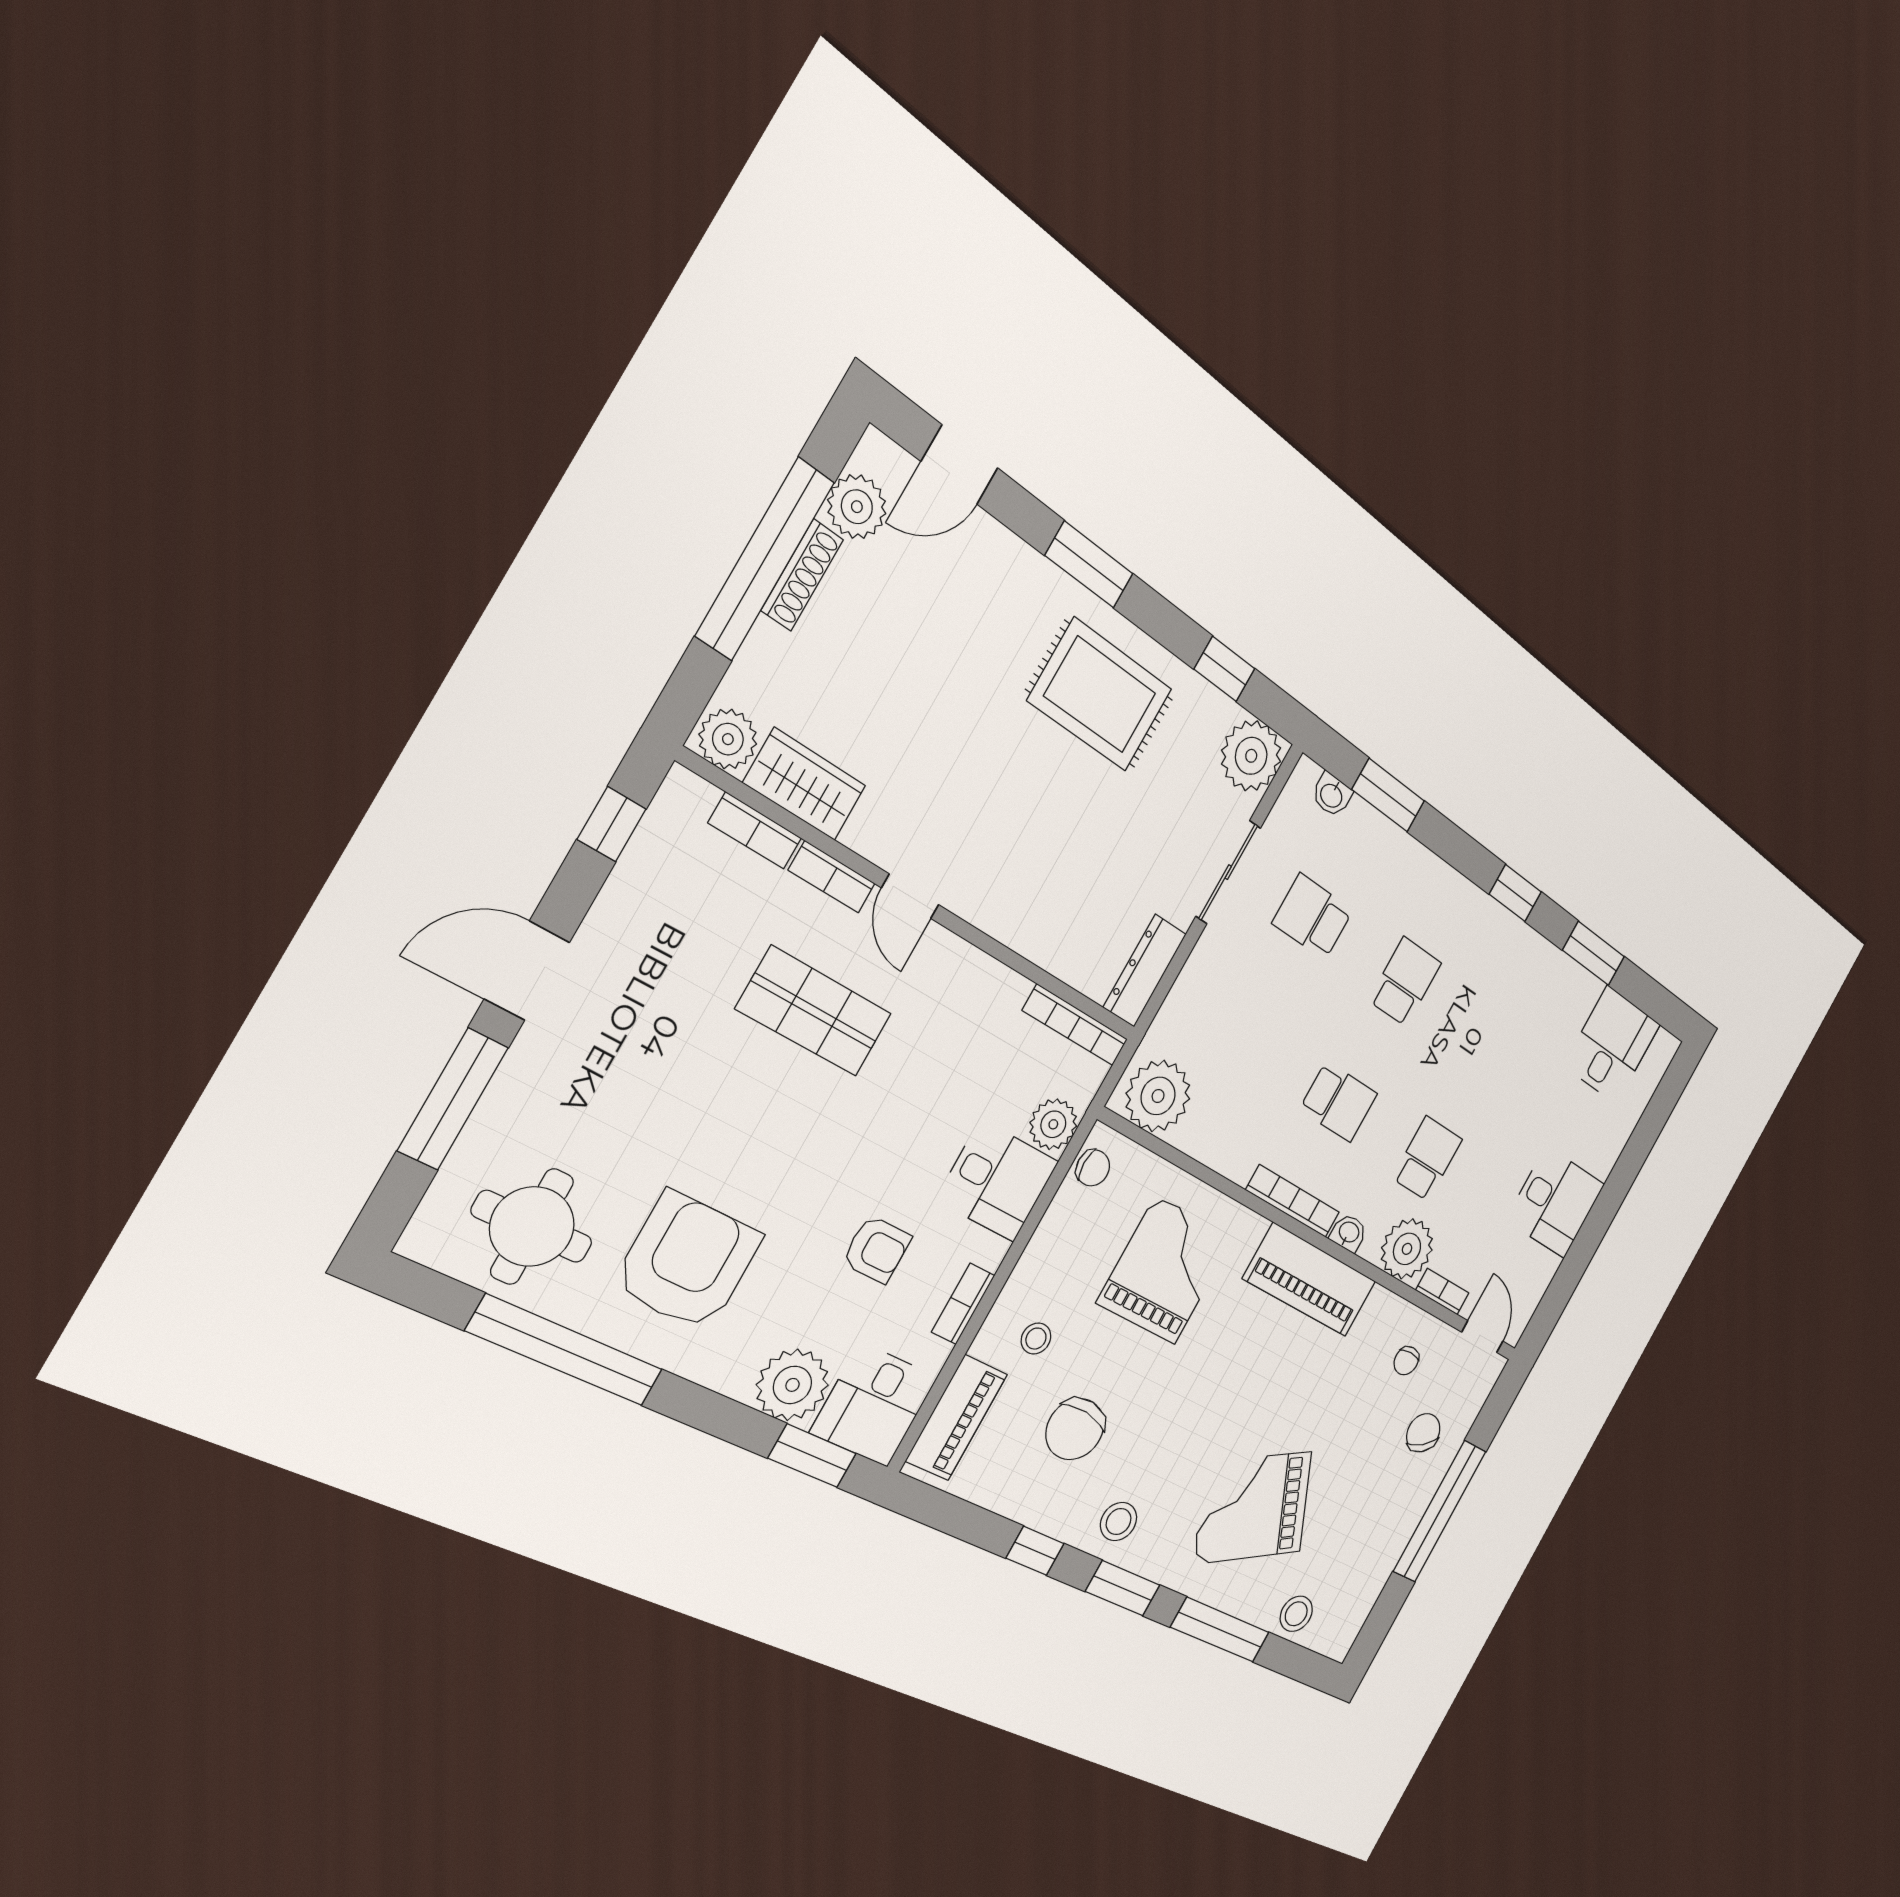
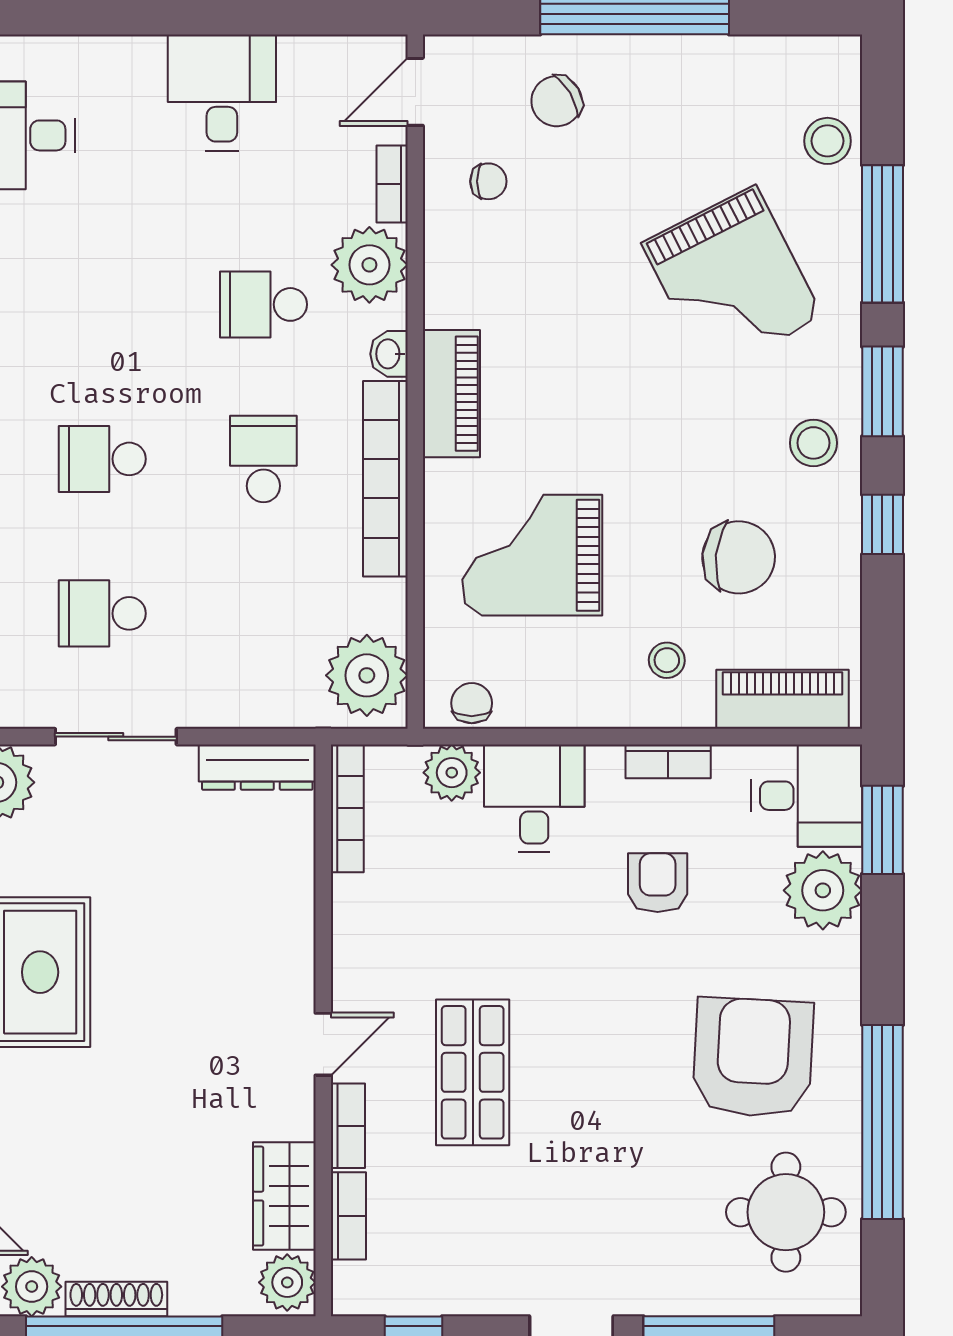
school desk: (1313, 917) -> (102, 613), turned 90
bookcase: (1293, 1201) -> (385, 479), width x1.48, depth x1.31
armchair: (688, 1262) -> (753, 1058), turned 93
piano: (1310, 1280) -> (451, 394), width x0.73, depth x0.75

